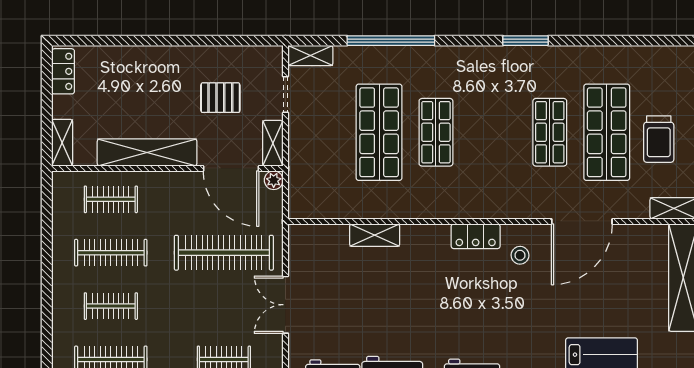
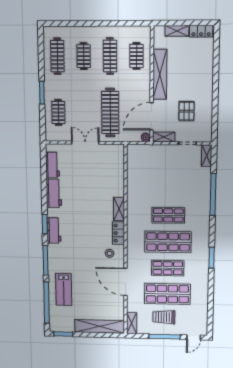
shop shelf: (379, 132) -> (168, 242), moved
shelving: (62, 143) -> (177, 31), moved
shelving: (375, 235) -> (119, 209), moved

